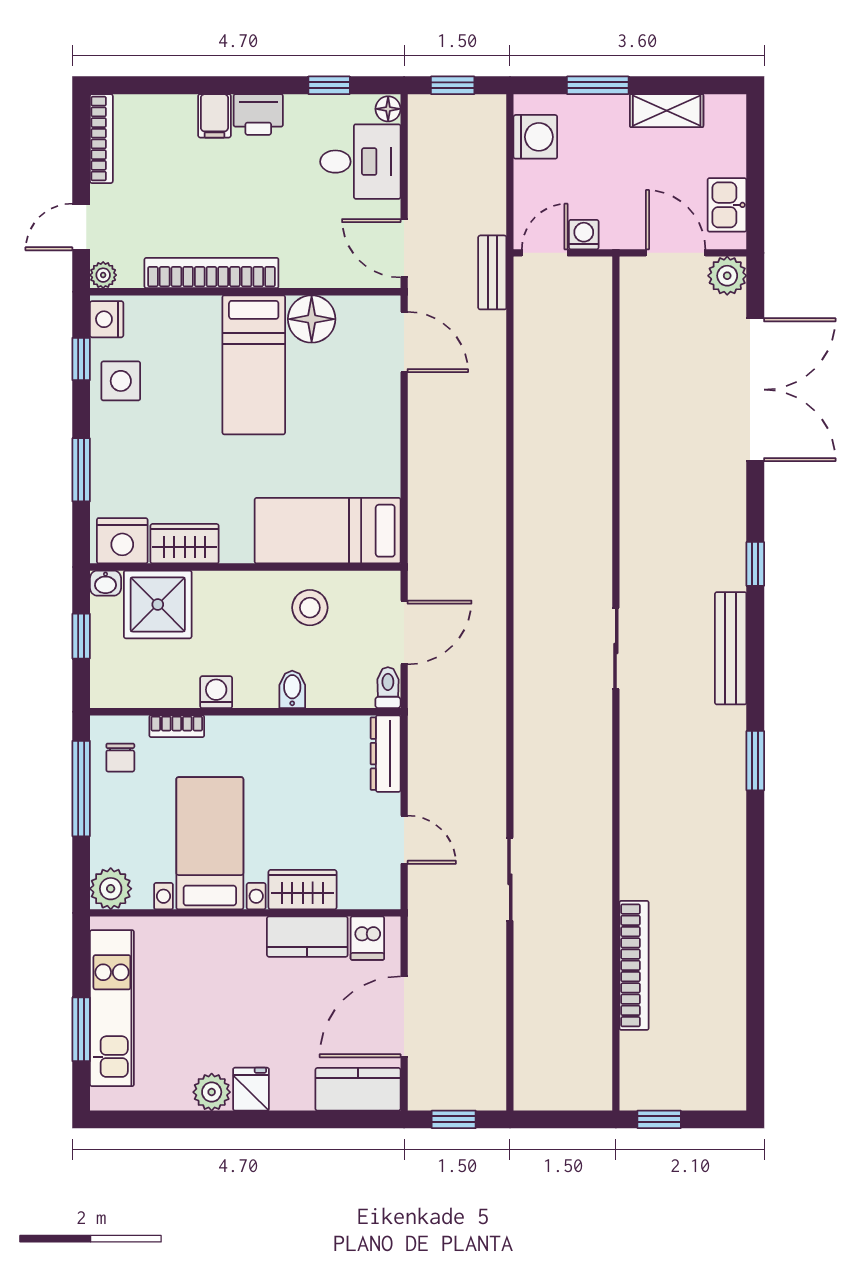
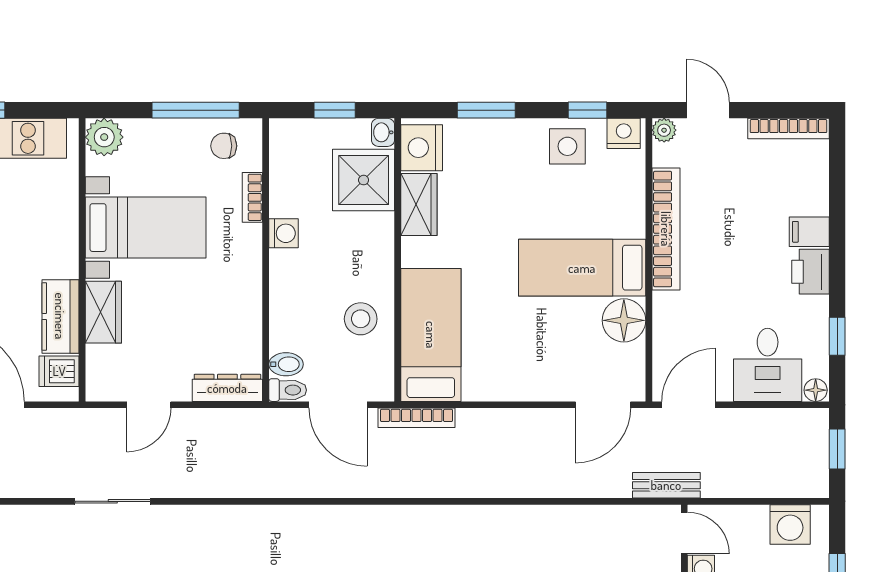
bookcase: (418, 546) -> (417, 418), added
bidet: (292, 689) -> (286, 364), moved

